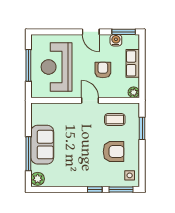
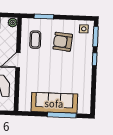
sofa: (42, 145) -> (54, 103), width x1.36
armchair: (114, 152) -> (63, 42), turned -84
plant: (38, 179) -> (84, 108), removed

